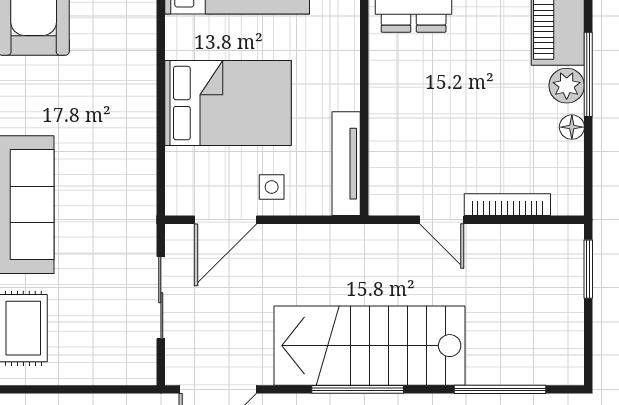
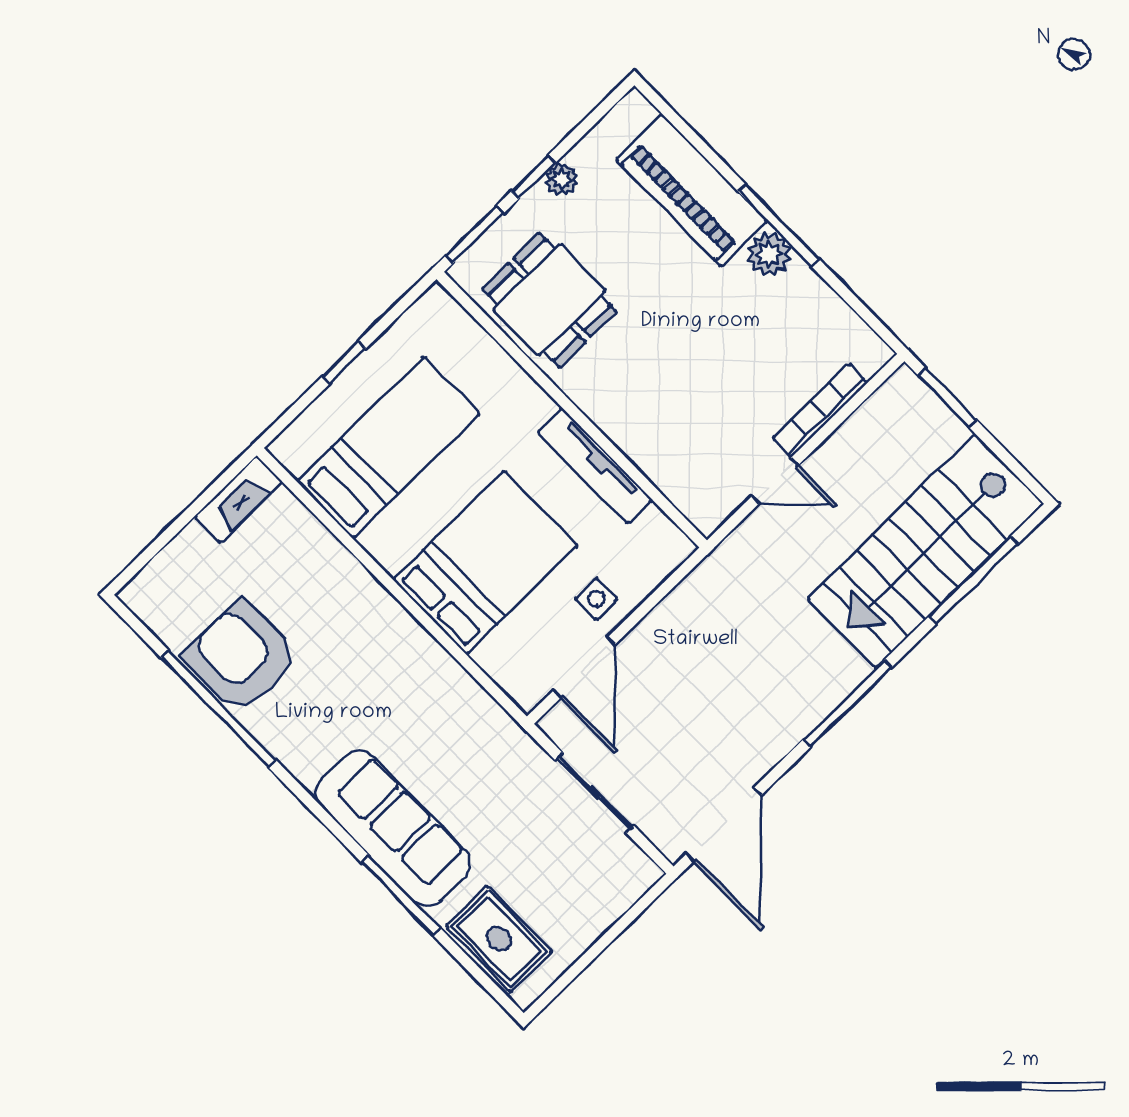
floor lamp: (572, 127) -> (810, 286), removed
tv unit: (346, 164) -> (595, 466), moved
stairs: (370, 346) -> (926, 551), moved

